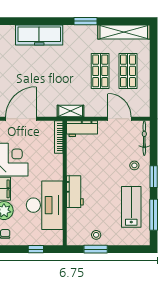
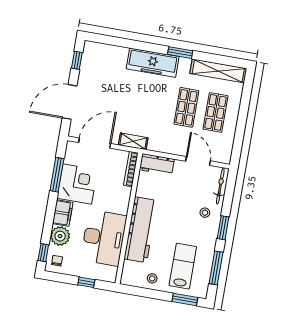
freezer: (39, 35) -> (153, 63), moved
shelving: (71, 111) -> (133, 141), moved
workbench: (75, 192) -> (141, 230), width x1.88, depth x1.32
lab bench: (131, 207) -> (183, 266), moved
window: (96, 249) -> (185, 300), moved

